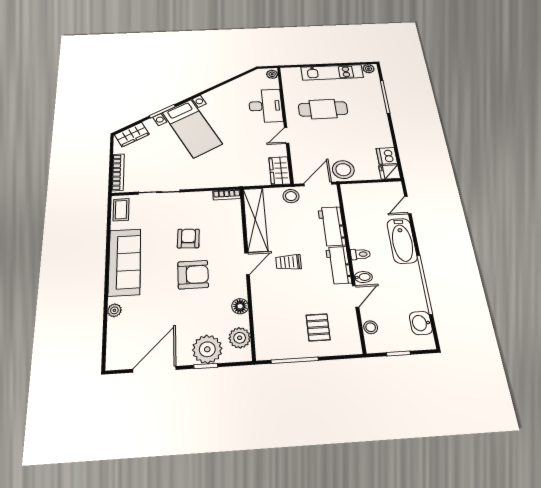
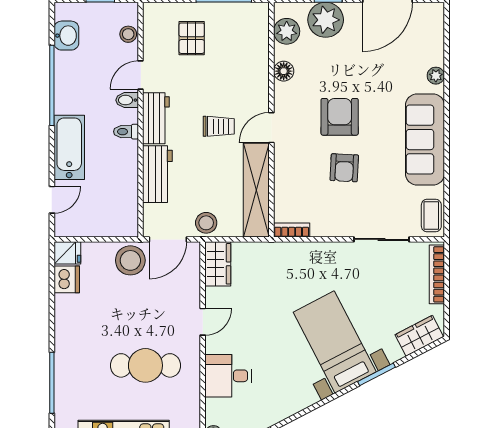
desk: (266, 106) -> (228, 376), width x0.73
armchair: (193, 275) -> (340, 117), turned 90

